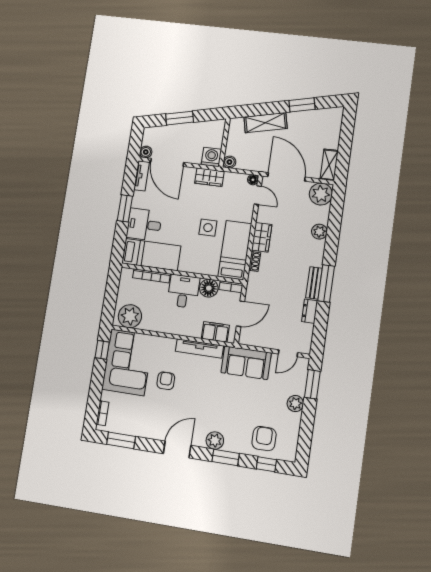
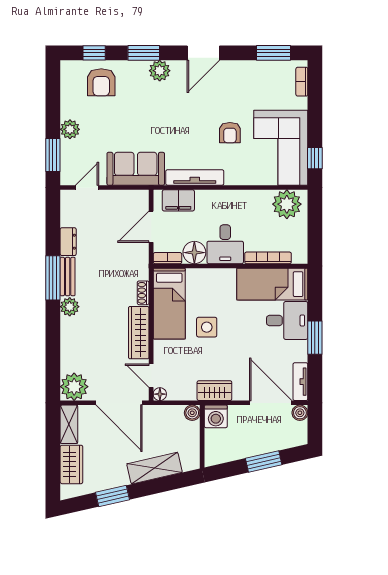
wardrobe: (331, 133) -> (71, 464), added
plant: (319, 232) -> (70, 307), moved
wardrobe: (262, 237) -> (139, 333), width x1.50

